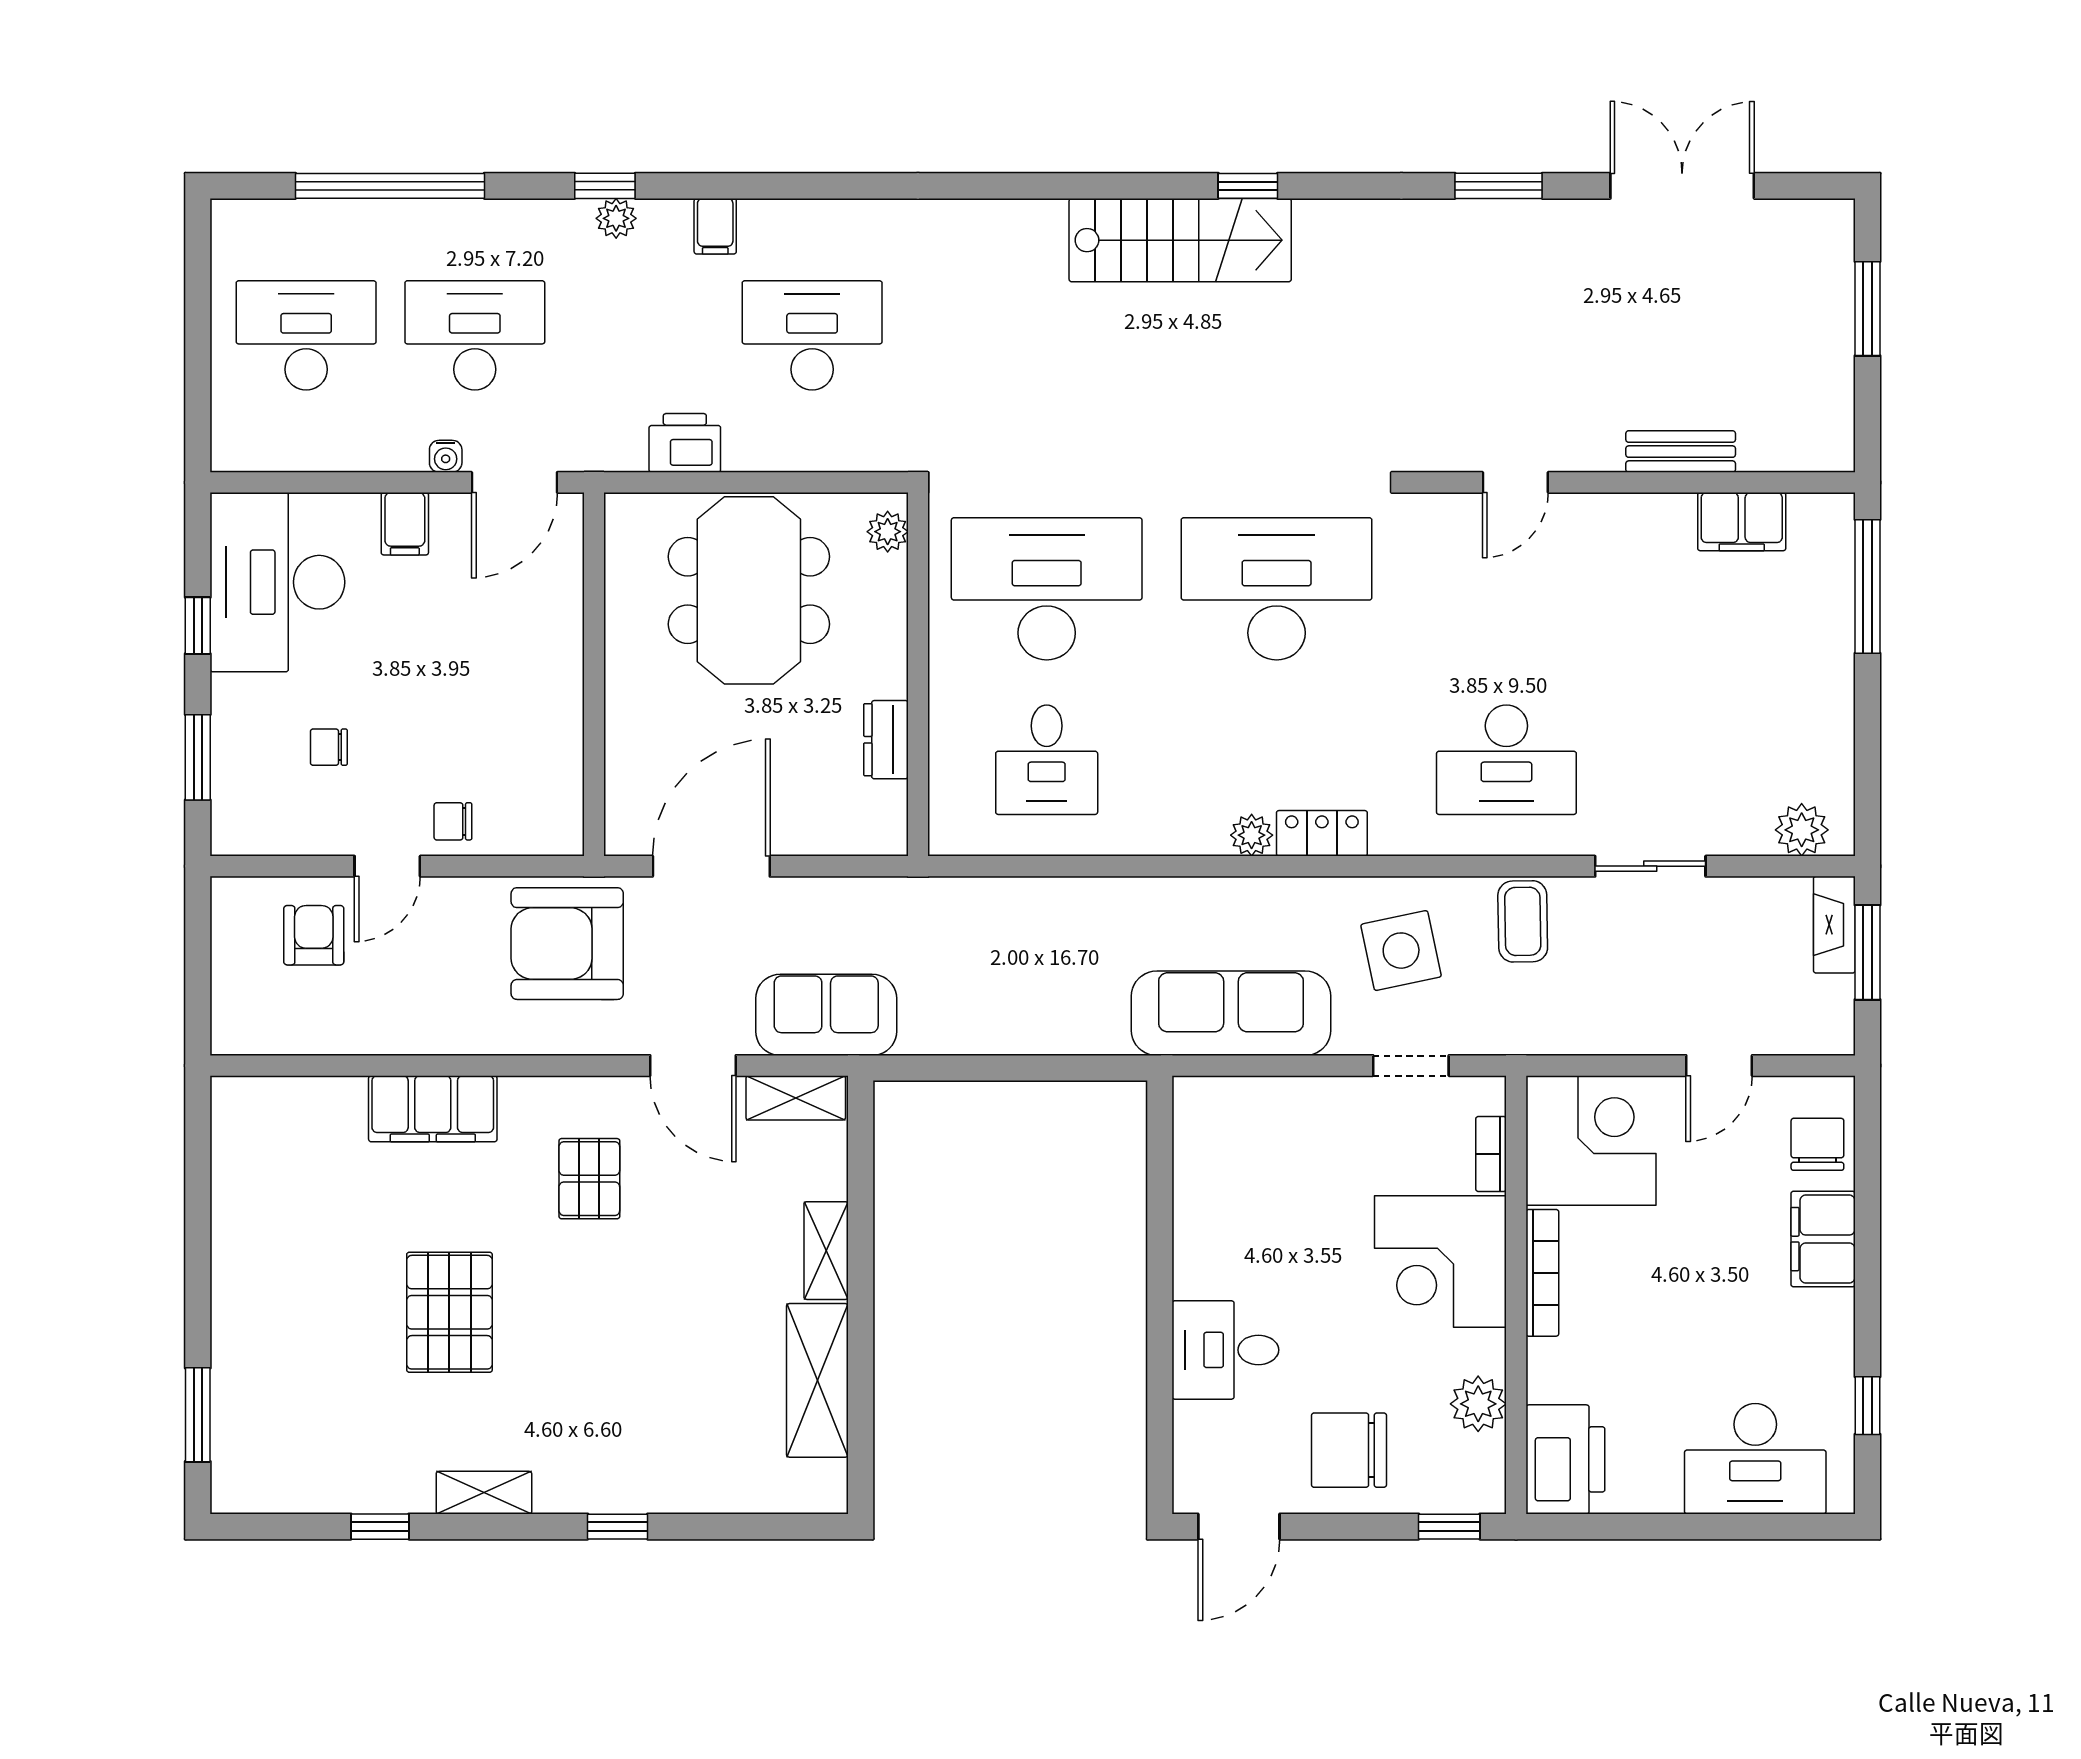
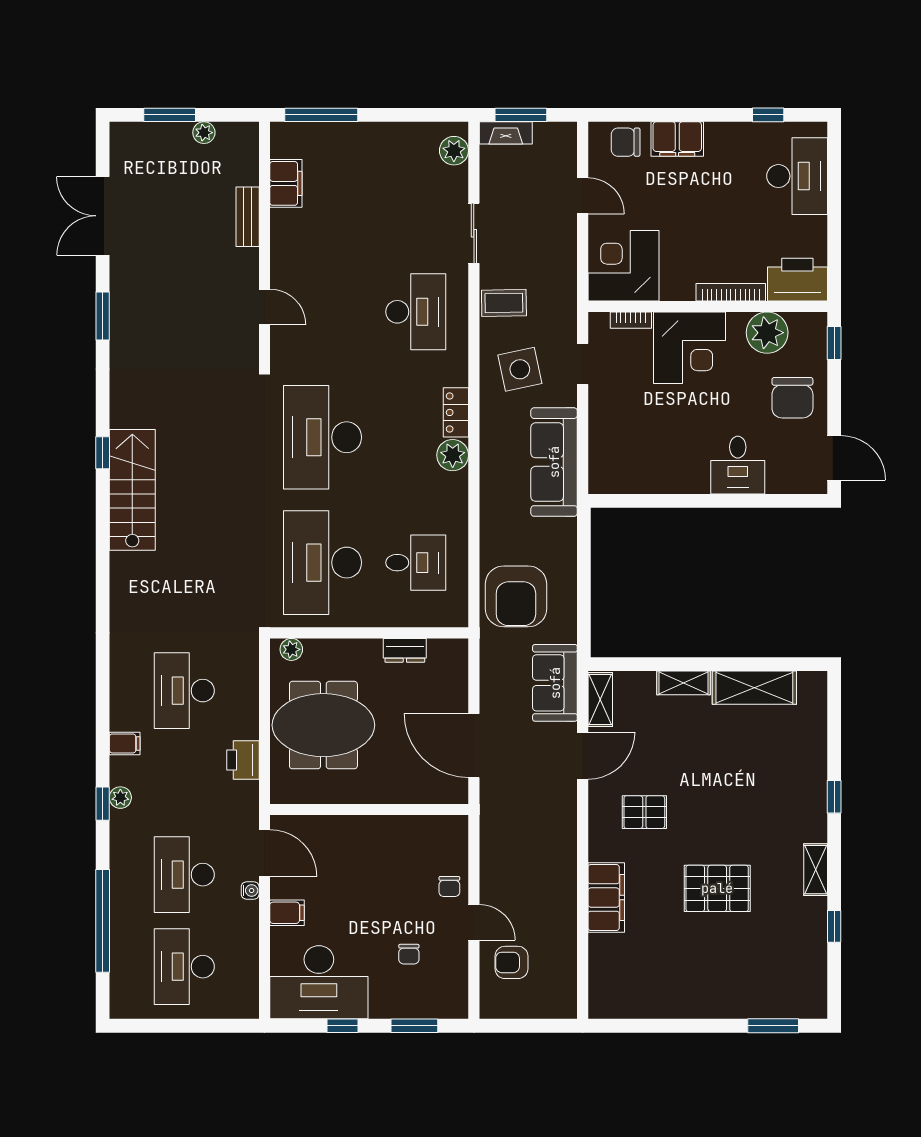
plant: (1835, 371) -> (204, 133), added
plant: (1252, 835) -> (453, 455), width x1.38, depth x1.38
armchair: (567, 944) -> (516, 596), moved
bookcase: (1542, 1273) -> (731, 292), moved
plant: (1478, 1404) -> (767, 333), width x1.36, depth x1.36

